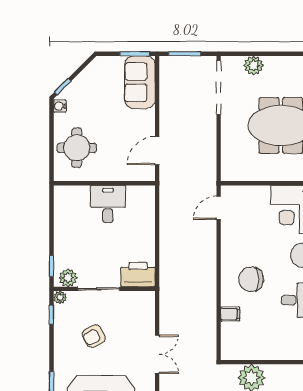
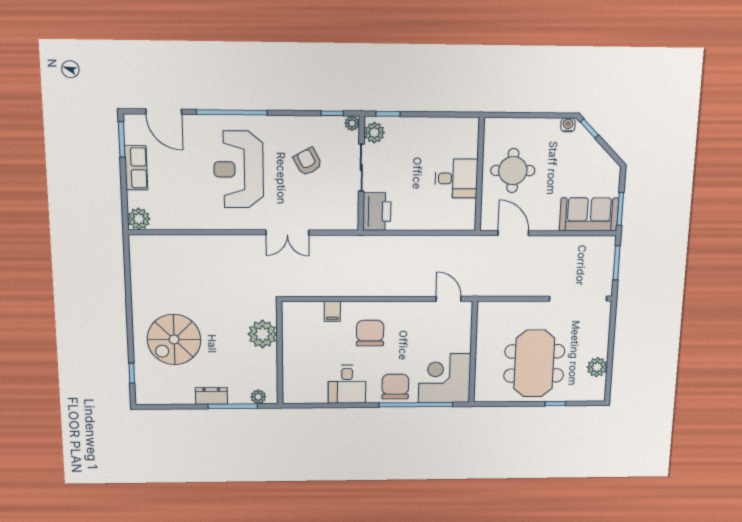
plant: (254, 65) -> (597, 367), moved
round table: (77, 148) -> (513, 171), moved

